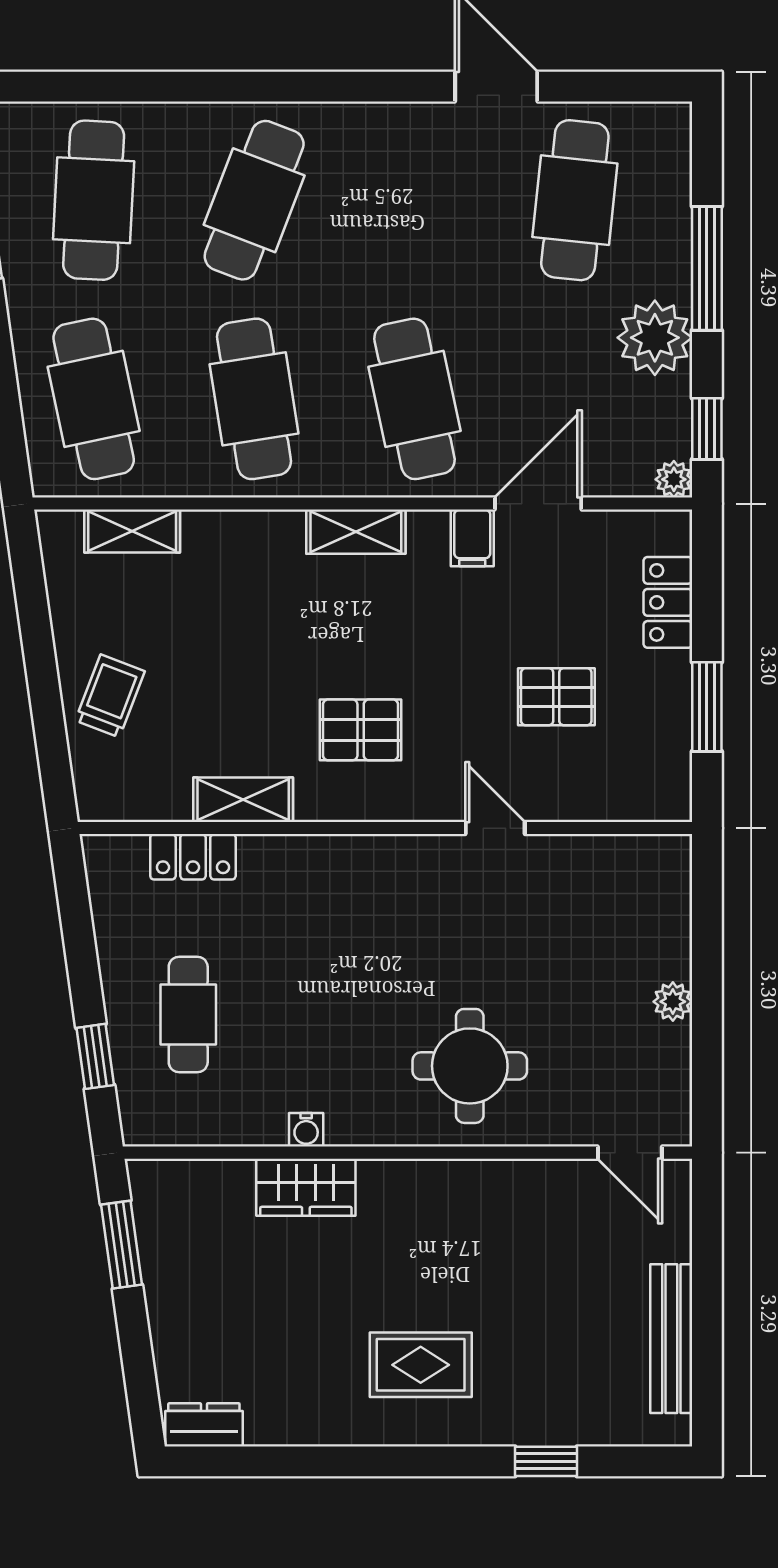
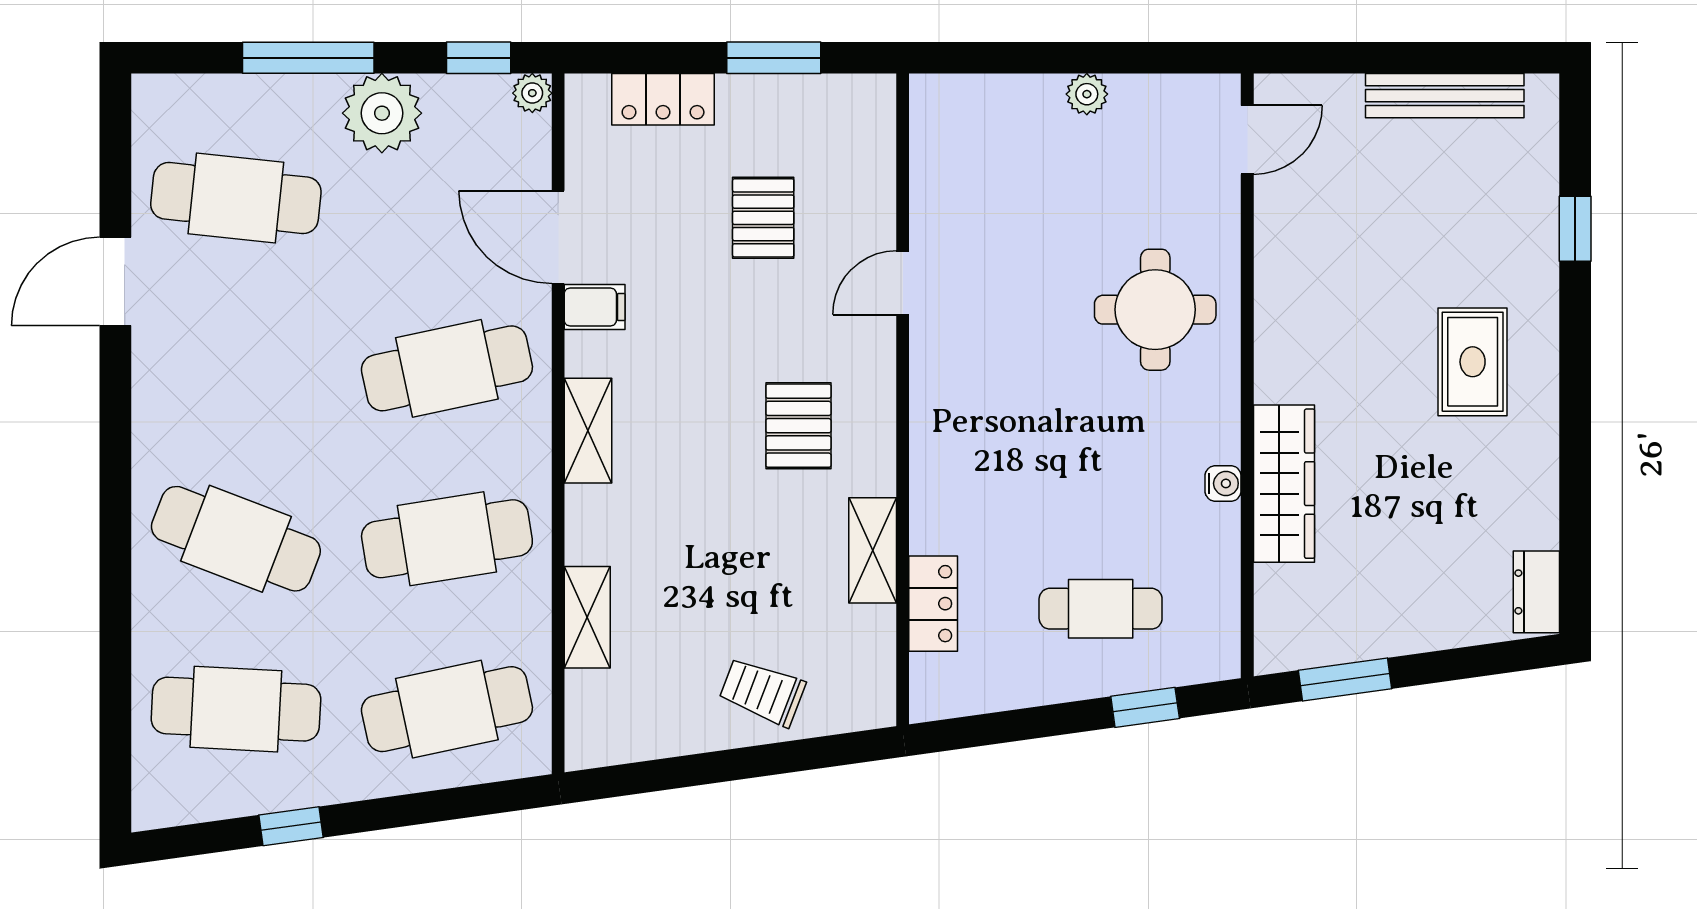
shelving: (132, 531) -> (587, 617), moved
wardrobe: (306, 1187) -> (1284, 484), width x1.50

